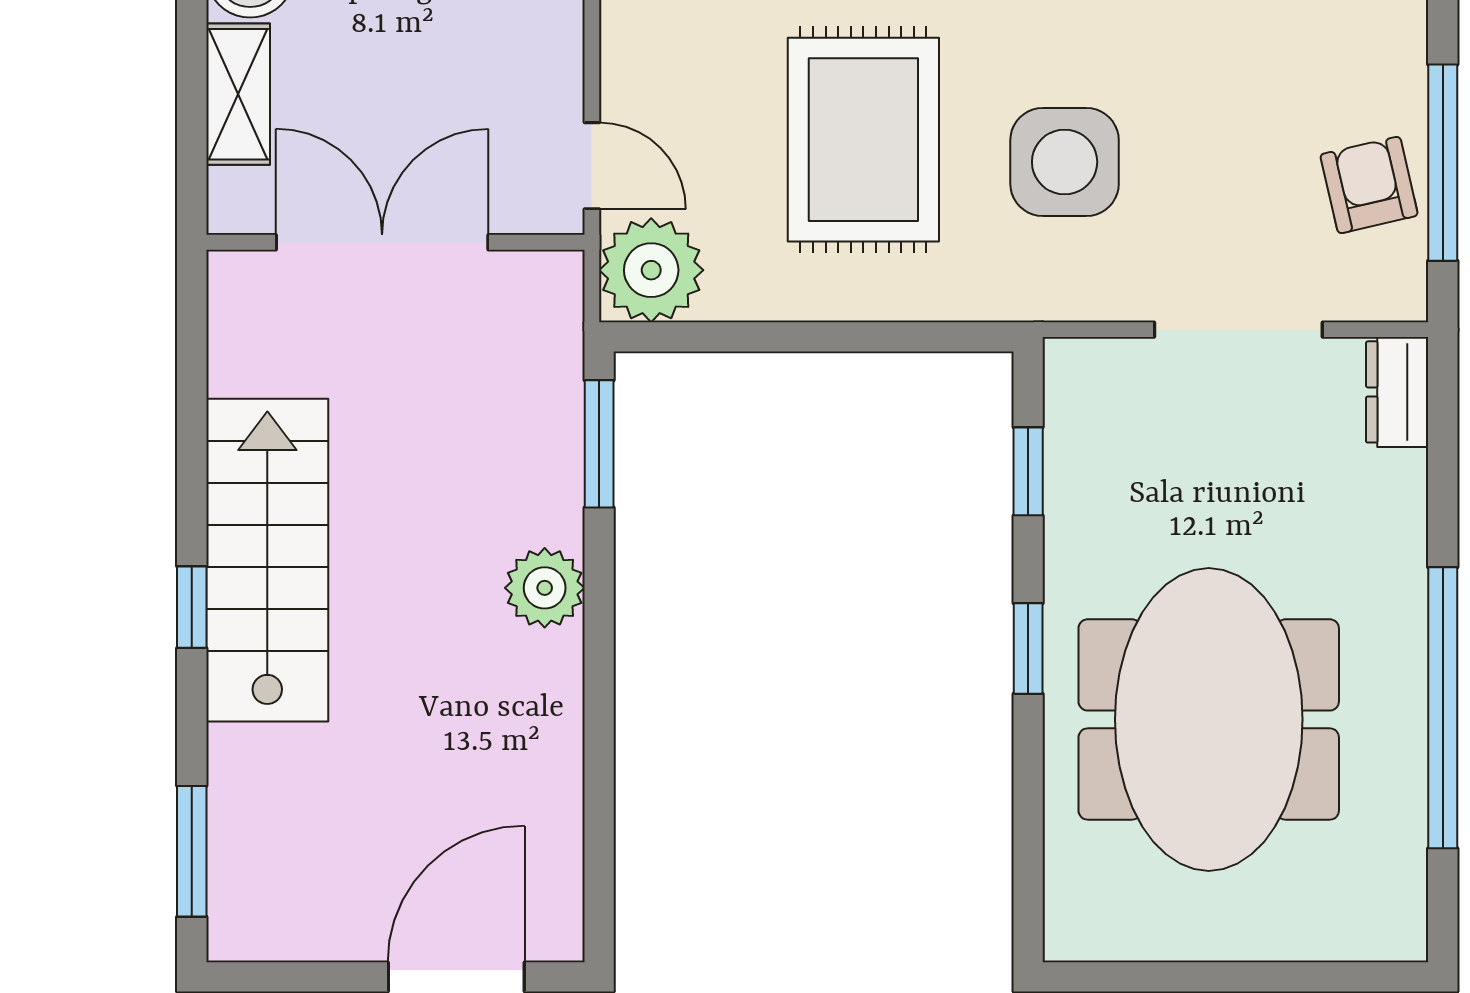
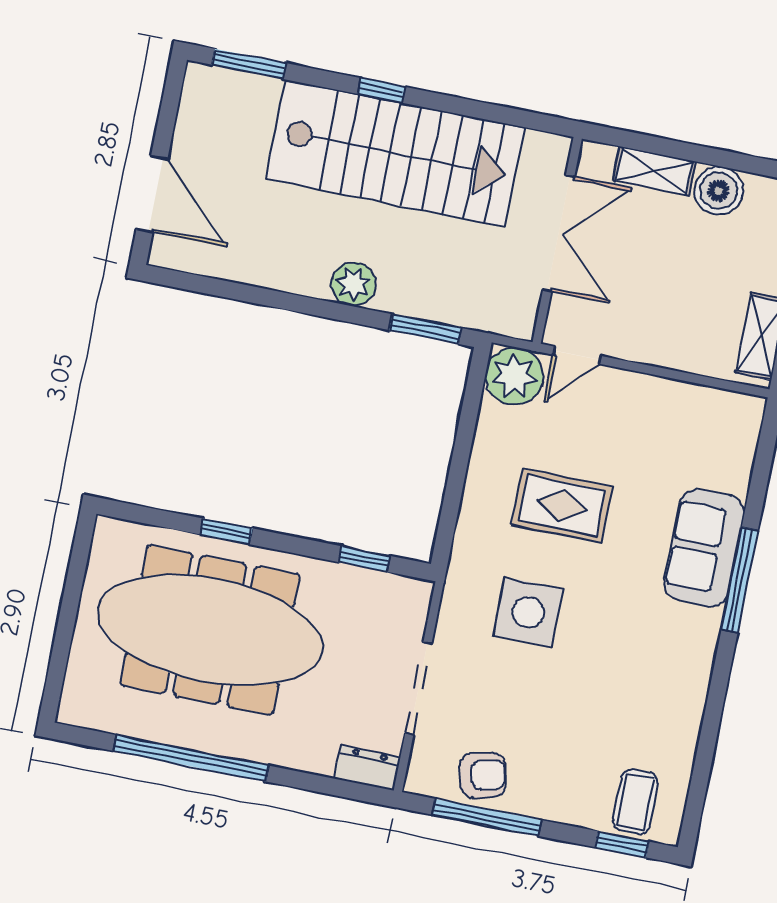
rug: (863, 140) -> (562, 505), width x0.73, depth x0.70
stairs: (267, 560) -> (395, 153), width x1.36, depth x1.51
window: (1028, 649) -> (226, 531), moved
meeting table: (1209, 719) -> (210, 630), width x1.36

